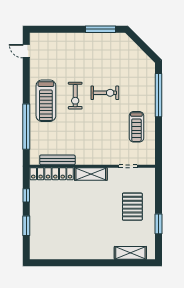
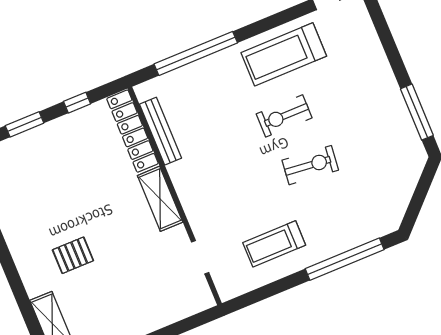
exercise bike: (105, 93) -> (310, 165), turned -84
treadmill: (46, 101) -> (284, 54), moved
pallet: (132, 207) -> (73, 255), moved, width x0.67, depth x0.71

